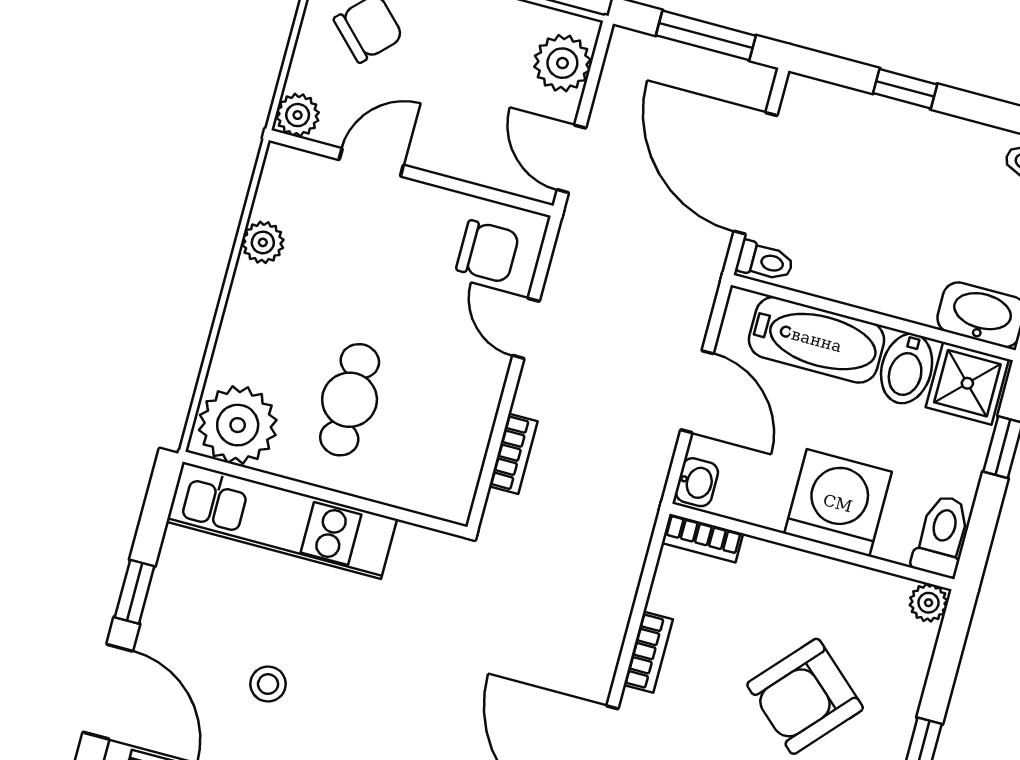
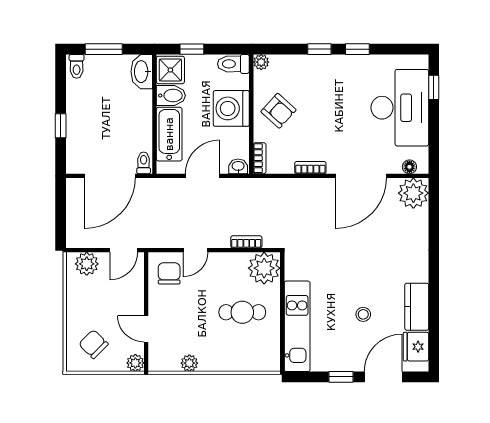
window: (706, 35) -> (61, 210), removed
plant: (238, 425) -> (264, 268), moved
armchair: (805, 696) -> (278, 111), moved, width x0.72, depth x0.72

